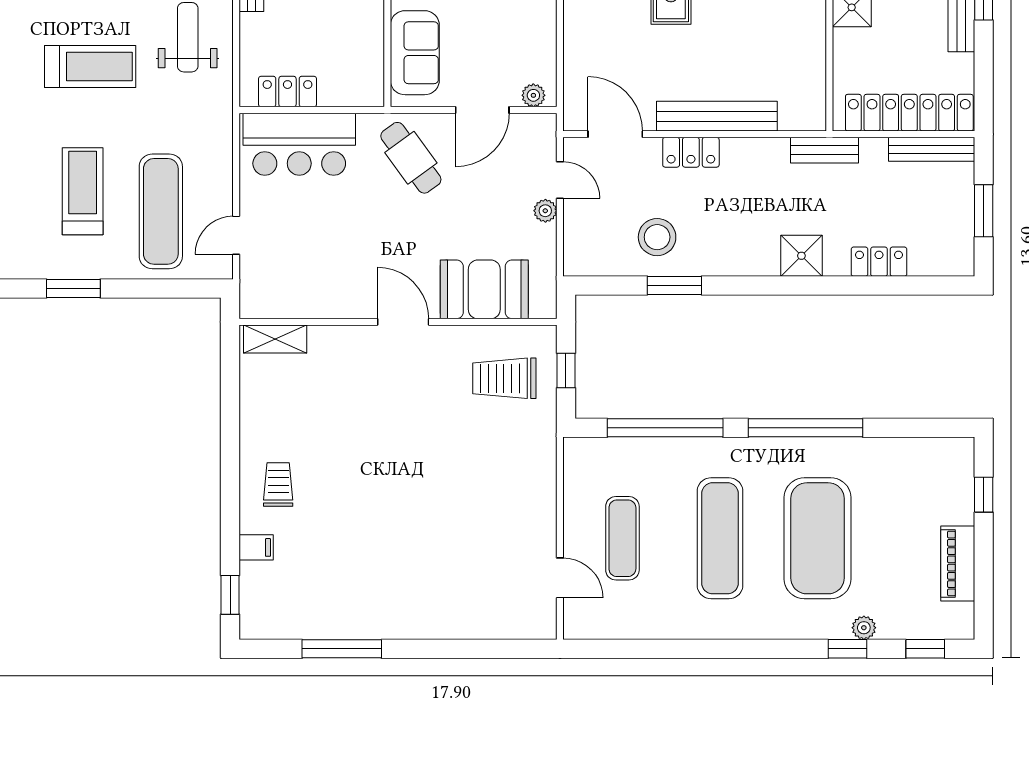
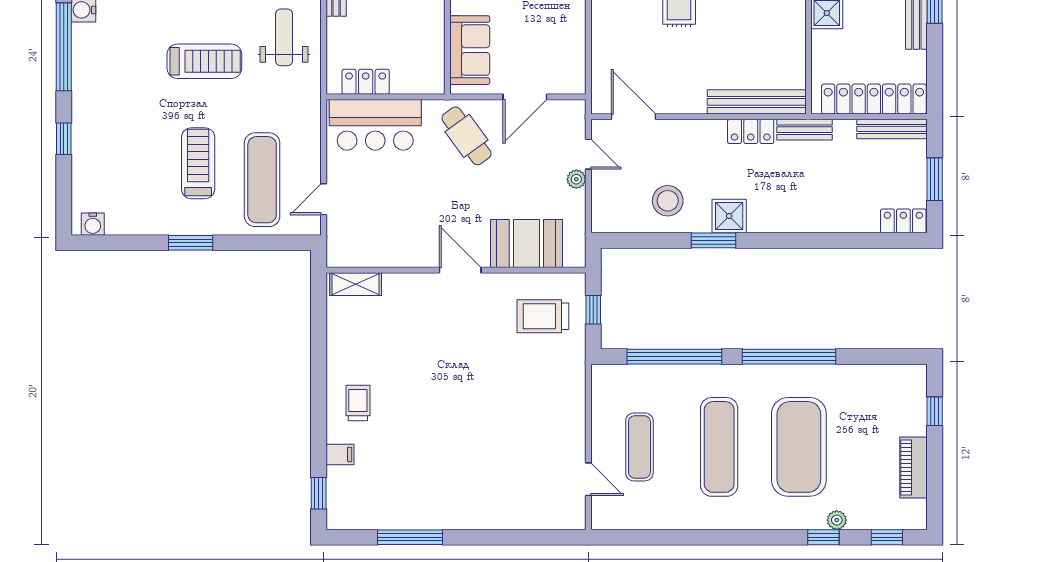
plant: (533, 95) -> (567, 85), removed
bench: (717, 116) -> (757, 102), moved
locker: (691, 152) -> (751, 131), moved
shower: (801, 256) -> (729, 216), moved
locker: (879, 262) -> (903, 221), moved
window: (674, 286) -> (714, 240), moved

